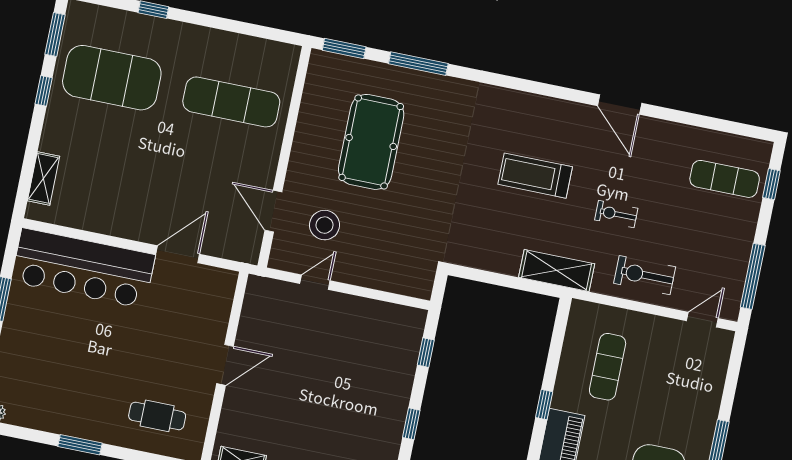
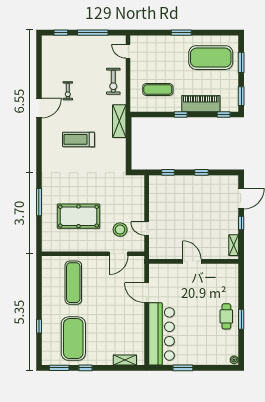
window: (344, 49) -> (39, 237), removed
treadmill: (535, 176) -> (79, 139), turned 90
exercise mat: (725, 179) -> (63, 54), removed
exercise bike: (616, 214) -> (68, 91), moved
window: (753, 276) -> (93, 33), moved
cafe table: (157, 416) -> (226, 316), moved

